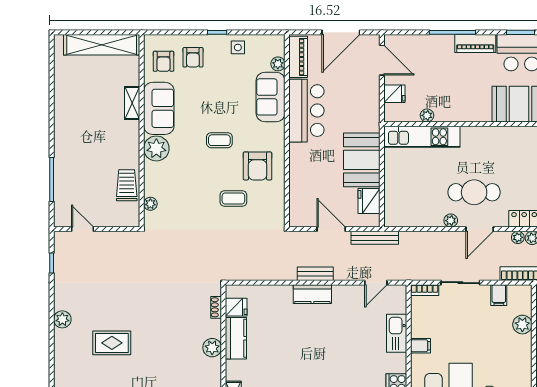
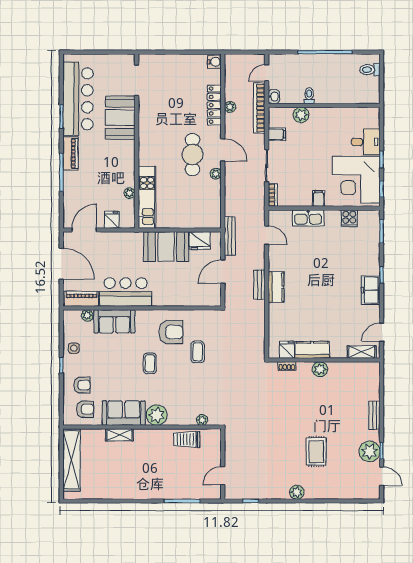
plant: (518, 237) -> (230, 119), removed

